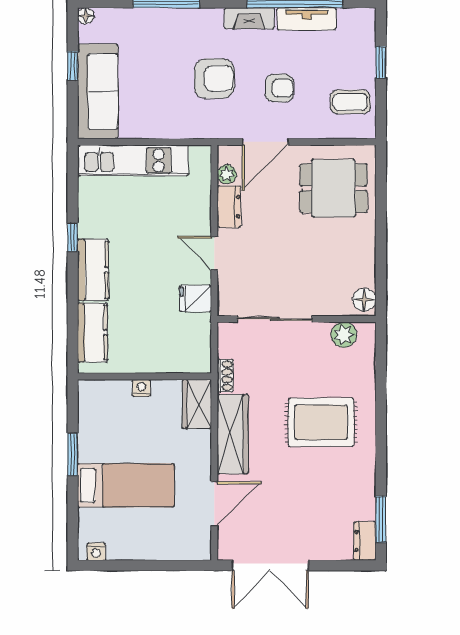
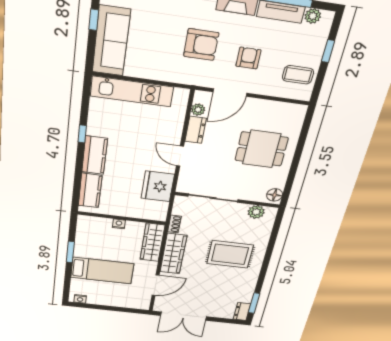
plant: (348, 18) -> (313, 16), added
armchair: (279, 88) -> (248, 58), turned -90
dining table: (334, 188) -> (262, 149), moved
fridge: (195, 298) -> (158, 186), width x1.88, depth x1.34
wardrobe: (197, 404) -> (152, 242), width x1.50

